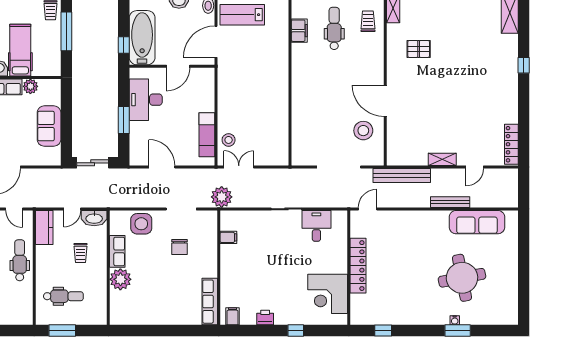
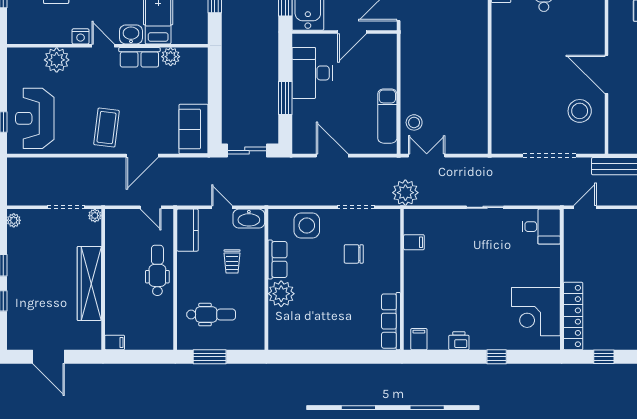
sofa: (49, 126) -> (193, 129), moved
door: (72, 209) -> (222, 207), swing flipped
desk: (316, 226) -> (541, 227), moved, turned 90
chair: (179, 247) -> (354, 254), turned 90
locker: (358, 266) -> (573, 316), moved

